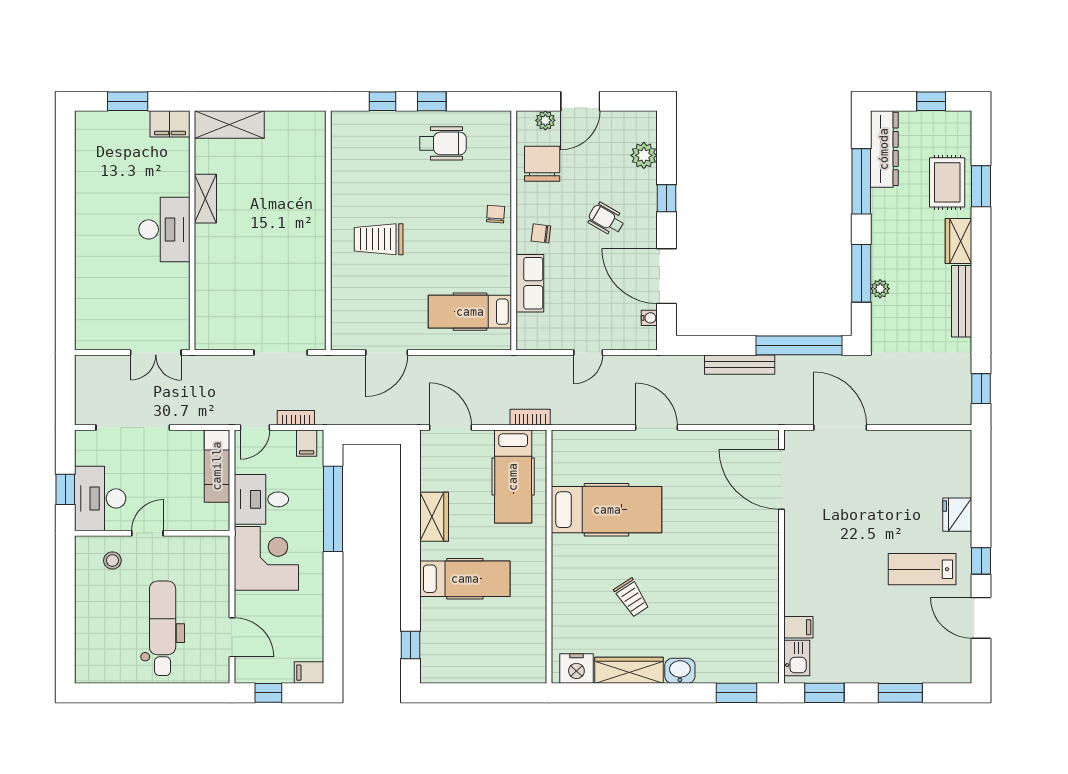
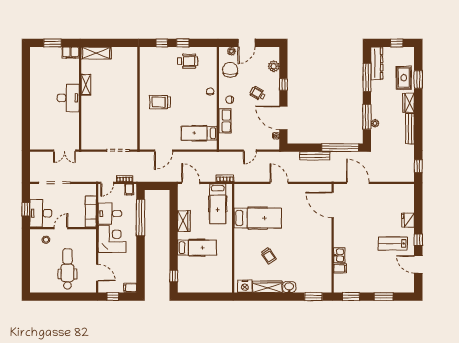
exam couch: (217, 466) -> (91, 212), moved
kitchen sink: (797, 658) -> (339, 255), moved

